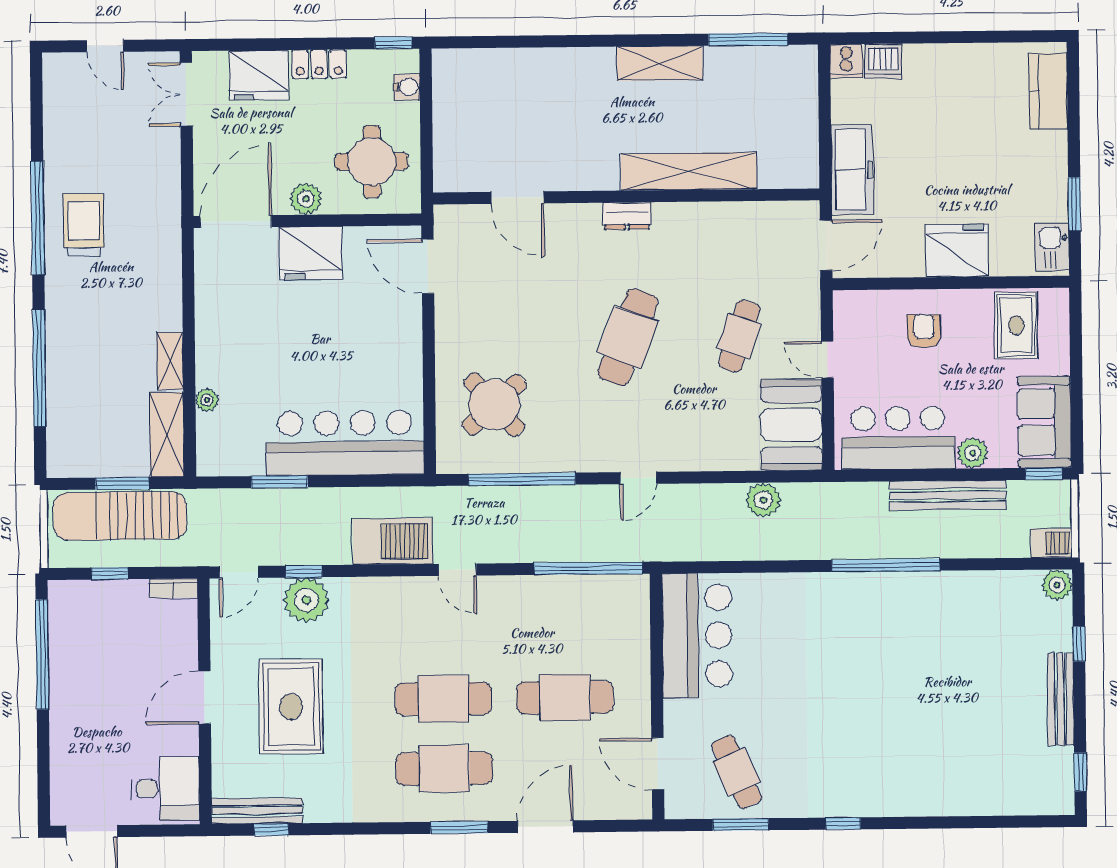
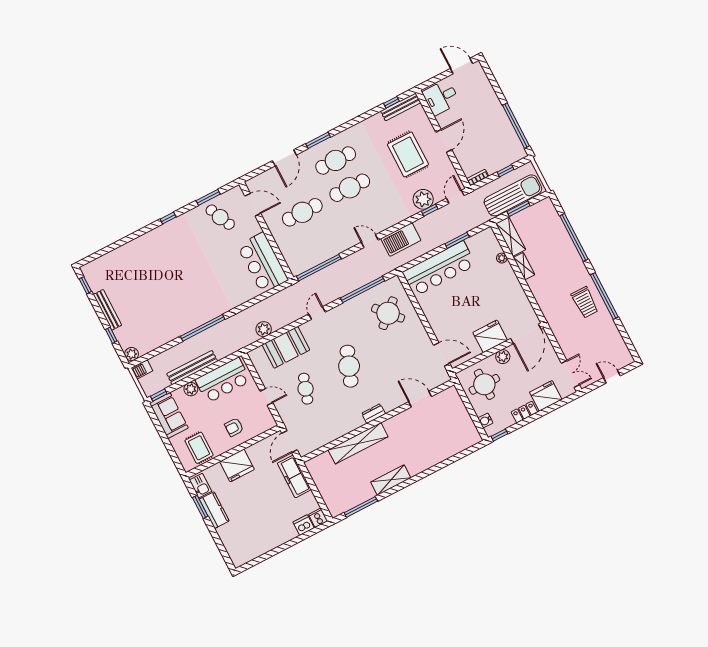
kitchen counter: (1048, 91) -> (214, 510), moved
armchair: (924, 331) -> (234, 427), turned 90
booth: (791, 425) -> (286, 347), moved, turned 90

